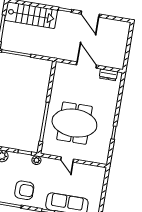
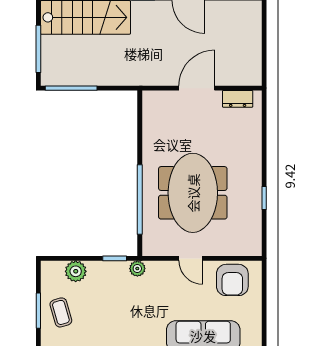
door: (87, 65) -> (197, 88), hinge flipped
meeting table: (74, 123) -> (193, 193), turned 90
armchair: (24, 190) -> (232, 280), moved, turned 90

